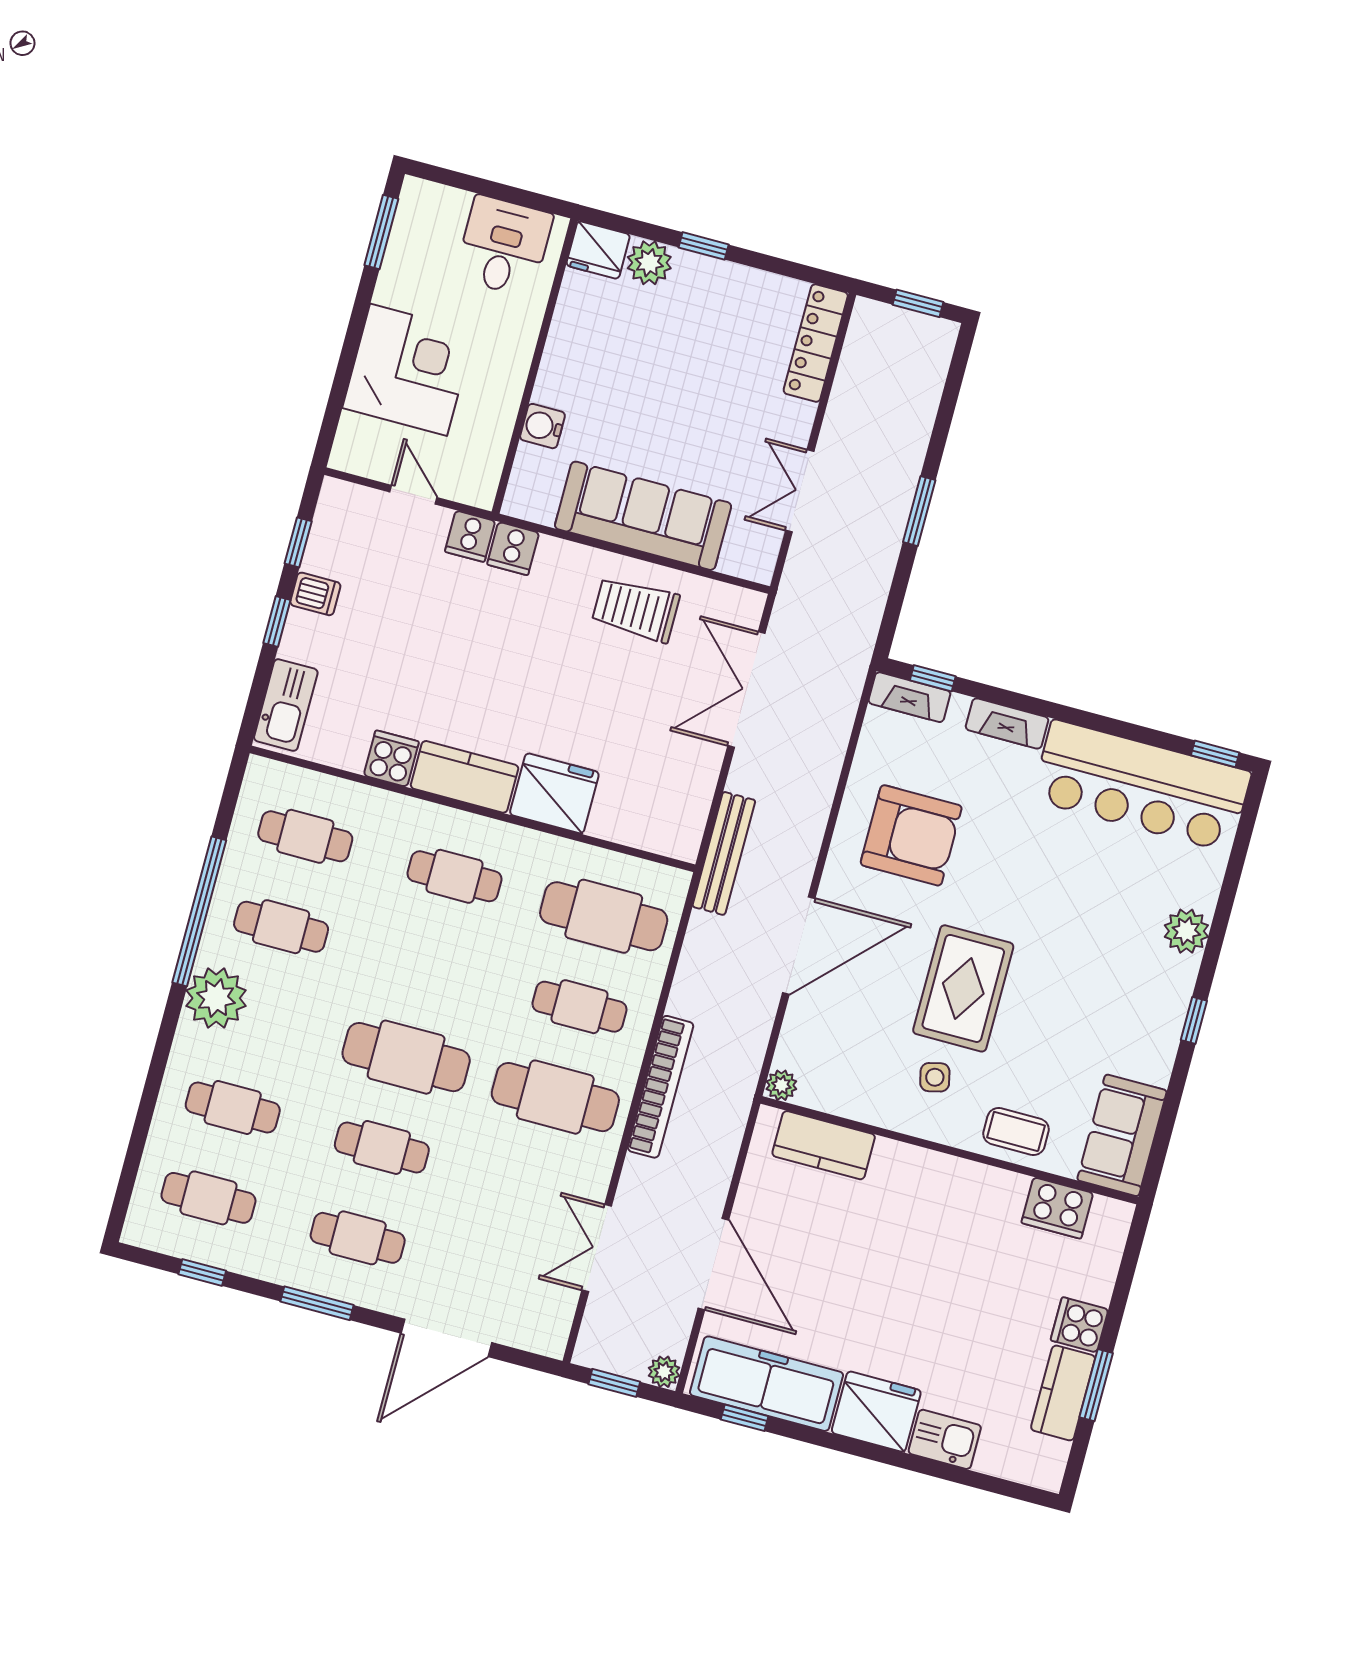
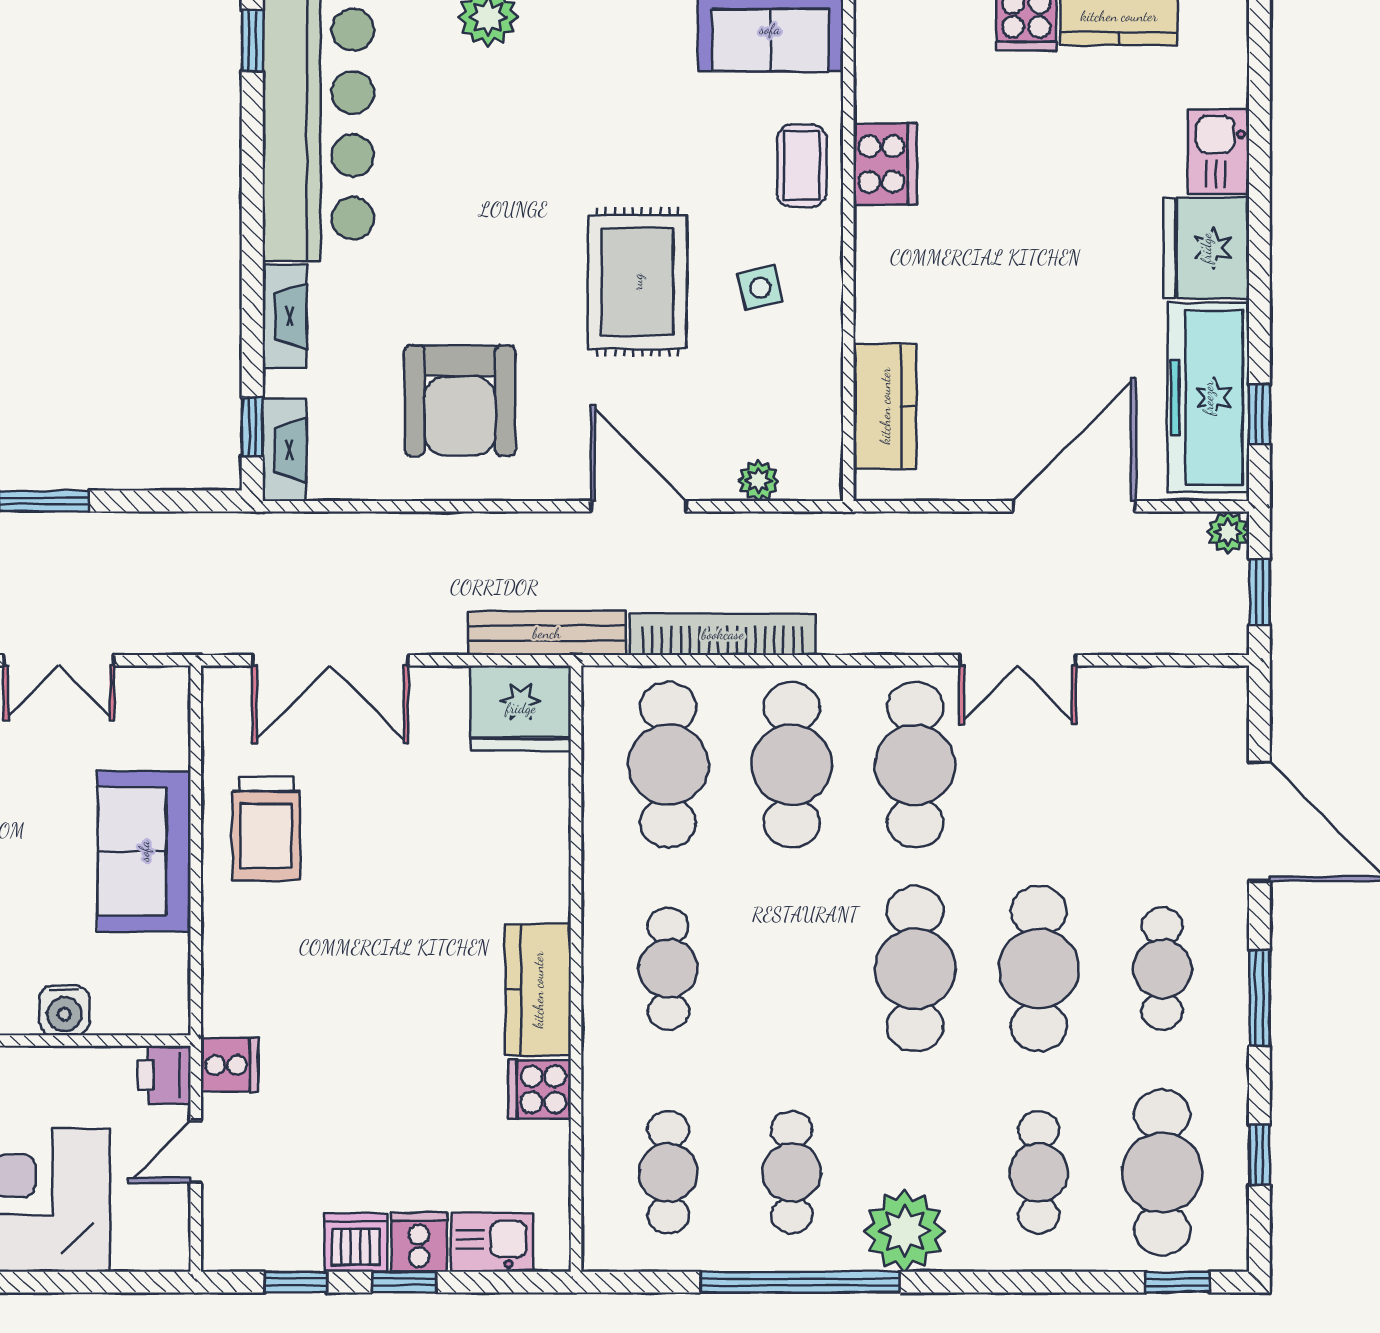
printer: (476, 487) -> (164, 1075), added
sofa: (643, 516) -> (144, 851), width x0.73
cooker: (513, 549) -> (419, 1242), moved, turned -90
dishwasher: (315, 594) -> (356, 1242), width x1.38
kitchen sink: (286, 705) -> (492, 1242), width x0.73
fridge: (554, 793) -> (521, 708), moved, turned -90
armchair: (911, 835) -> (460, 400), turned 180
door: (799, 946) -> (639, 506), width x0.73
rug: (963, 988) -> (637, 282), turned 90
cafe table: (579, 1007) -> (792, 765), width x1.37, depth x1.35
plant: (781, 1085) -> (758, 481), moved
bookcase: (661, 1087) -> (723, 634), moved
cafe table: (382, 1147) -> (1039, 969), width x1.37, depth x1.35
window: (125, 1188) -> (1177, 1282), added
cafe table: (208, 1198) -> (1162, 1172), width x1.37, depth x1.35
cooker: (1057, 1208) -> (885, 164), moved
double door: (597, 1248) -> (1018, 660), moved

